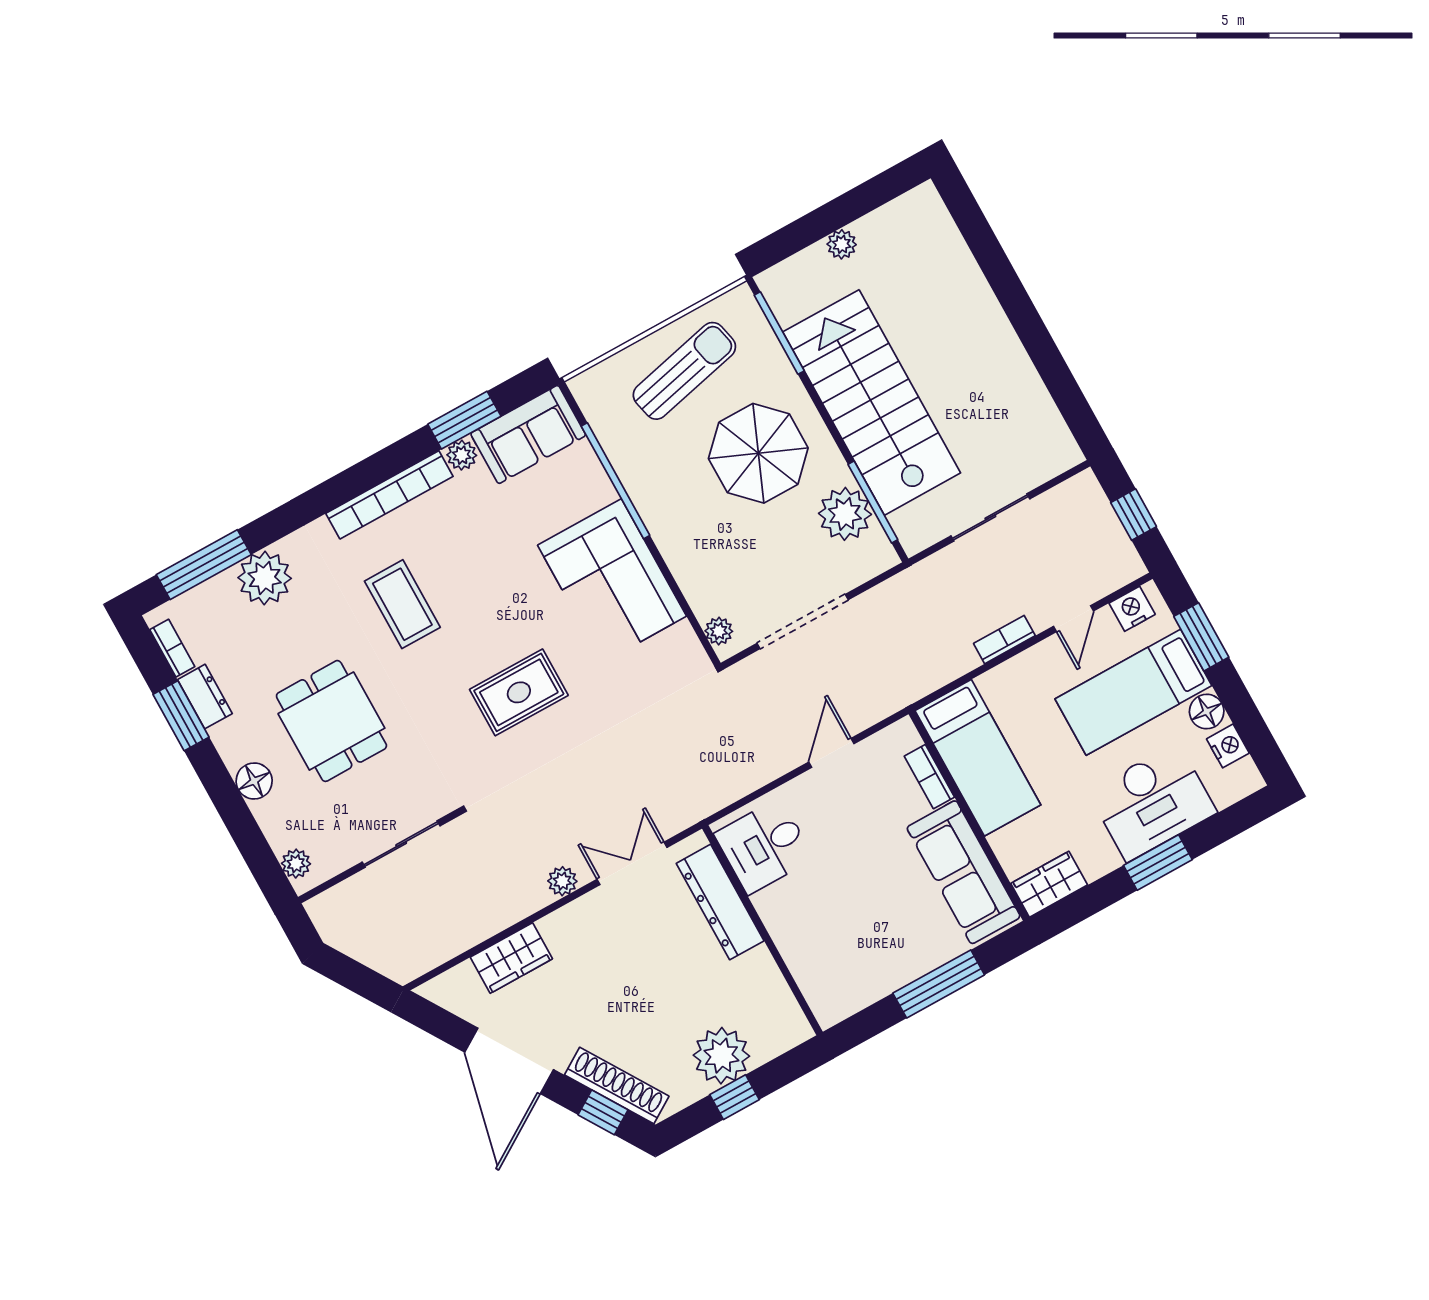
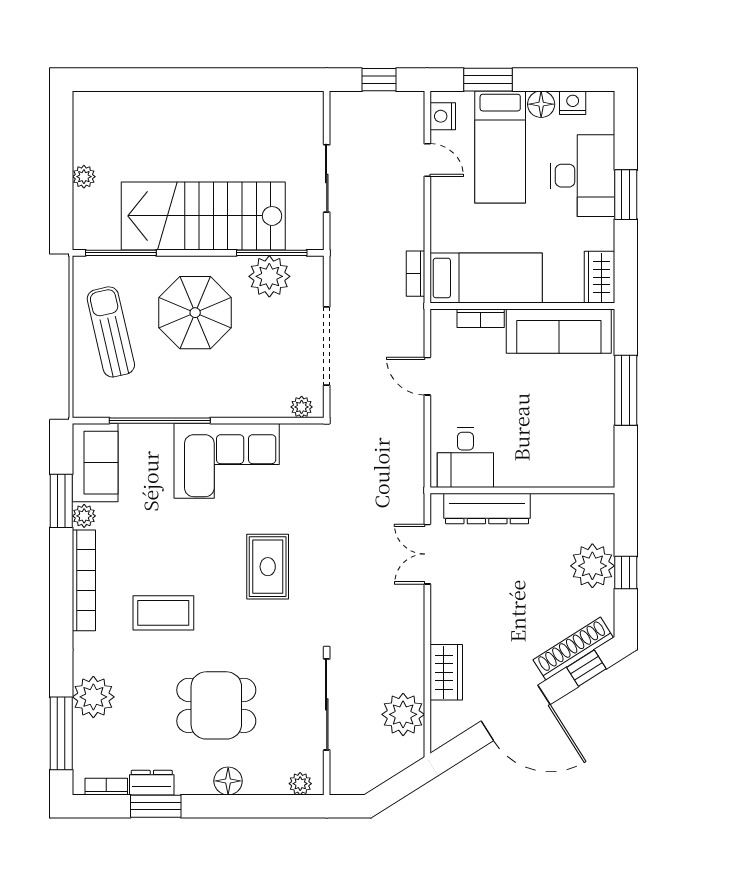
bookcase: (1004, 640) -> (415, 274), moved
sliding door: (401, 844) -> (327, 704), width x1.37
plant: (562, 881) -> (403, 714), moved, width x1.88, depth x1.88

